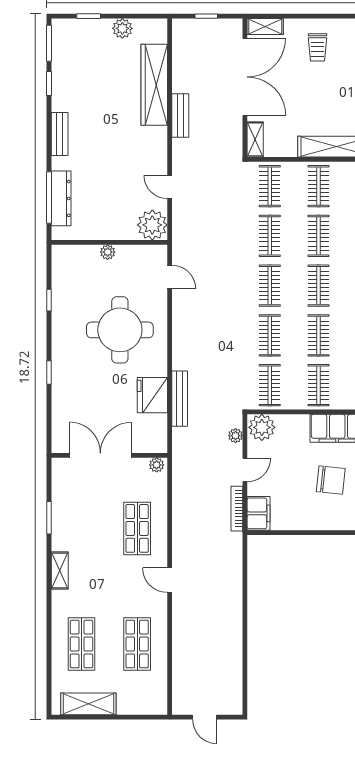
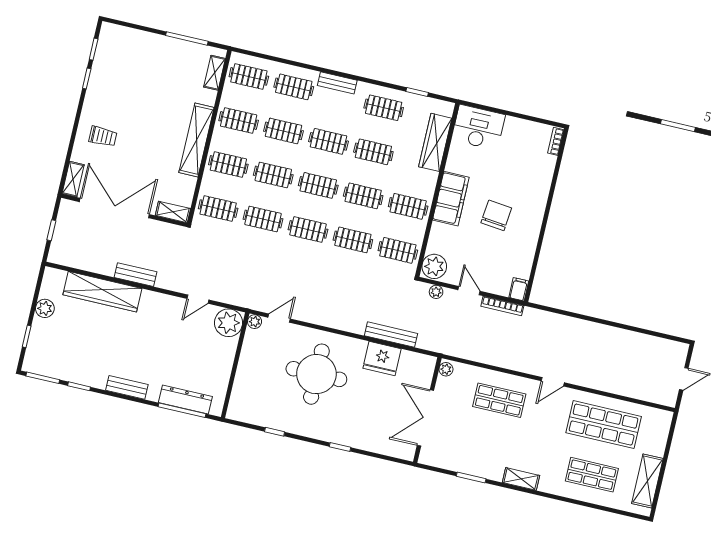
plant: (108, 252) -> (255, 322), moved
filing cabinet: (259, 513) -> (519, 289), width x0.50
shop shelf: (137, 644) -> (604, 425), width x1.43, depth x1.36

